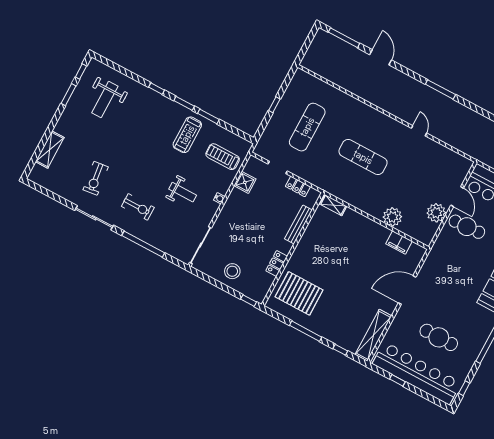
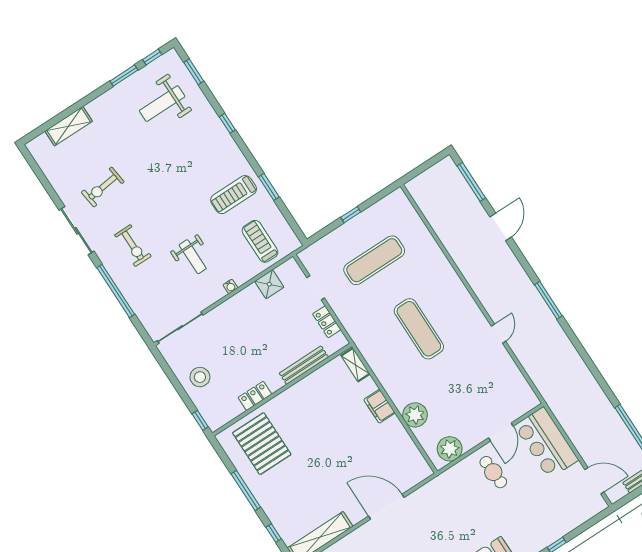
window: (184, 103) -> (194, 72), moved
plant: (436, 213) -> (450, 449), moved
cafe table: (467, 227) -> (493, 472), width x0.73, depth x0.74
filing cabinet: (399, 242) -> (379, 406), moved

